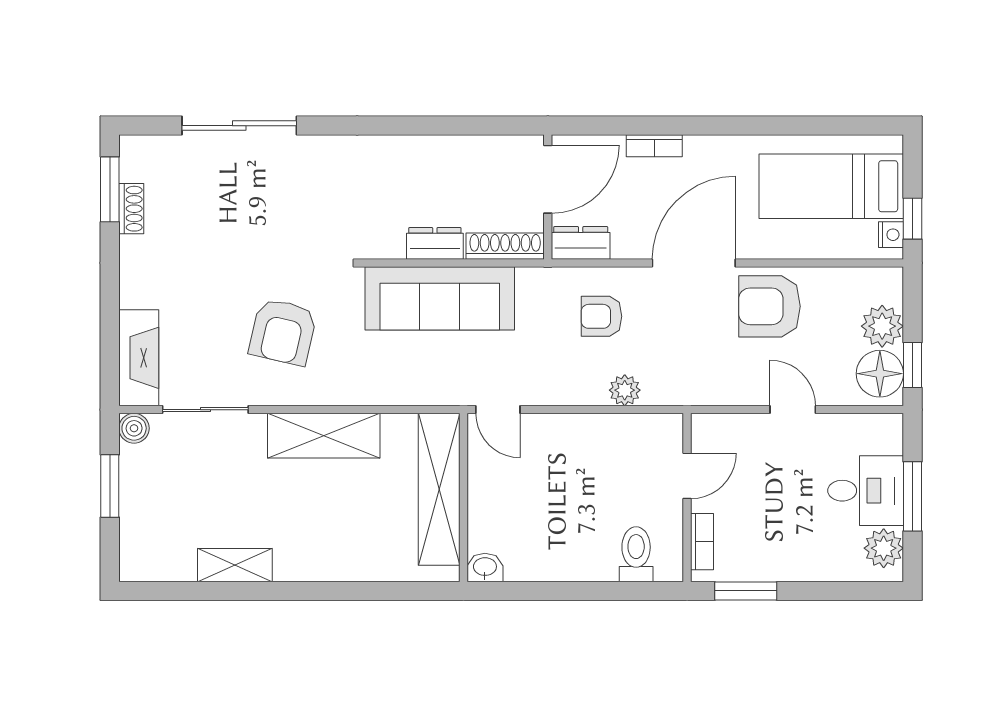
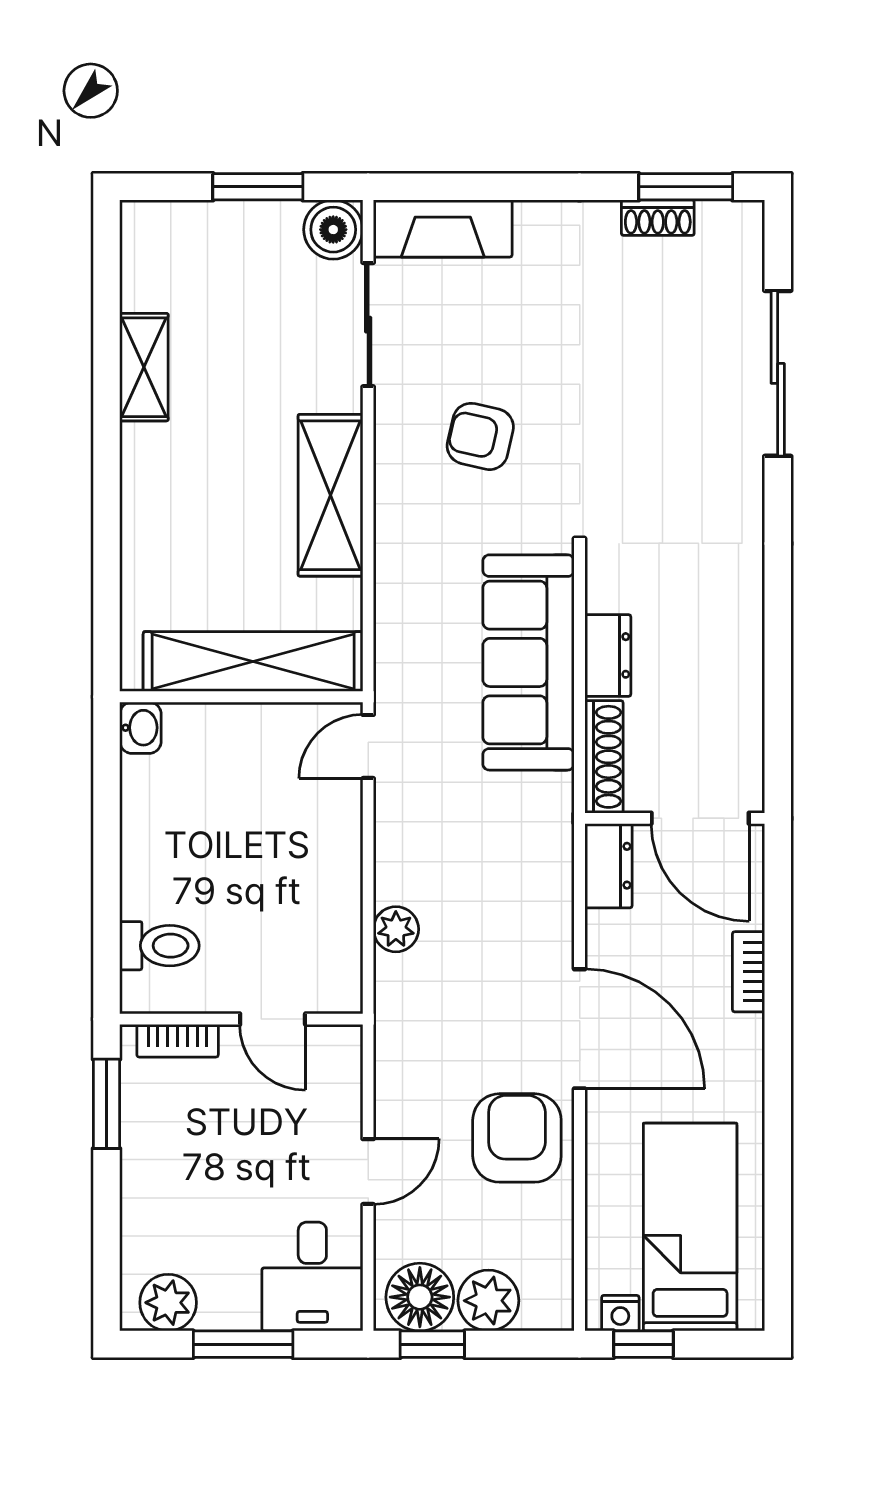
armchair: (602, 316) -> (503, 896), removed
armchair: (283, 332) -> (480, 436), width x0.72, depth x0.72
boiler: (134, 428) -> (333, 230), width x1.36, depth x1.36
desk: (866, 491) -> (312, 1277), moved

